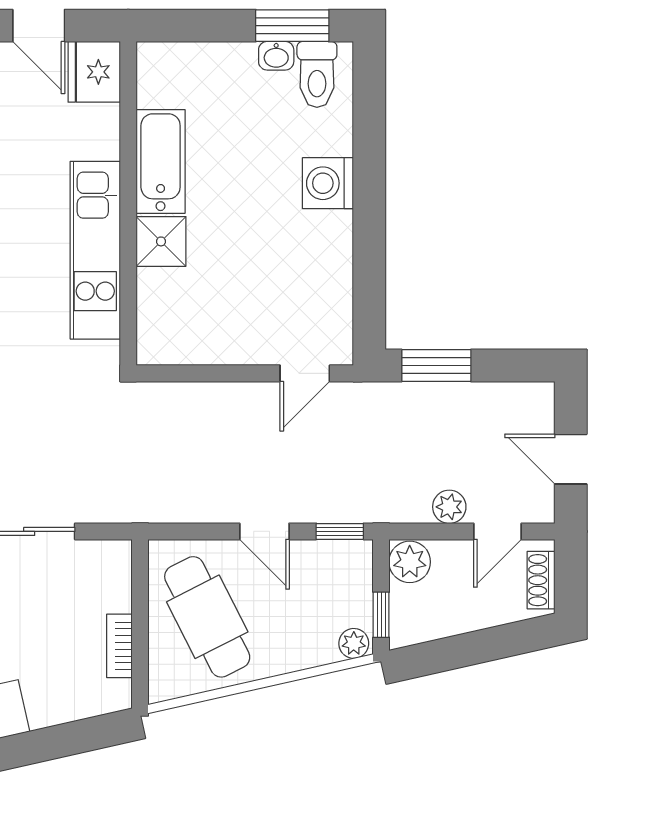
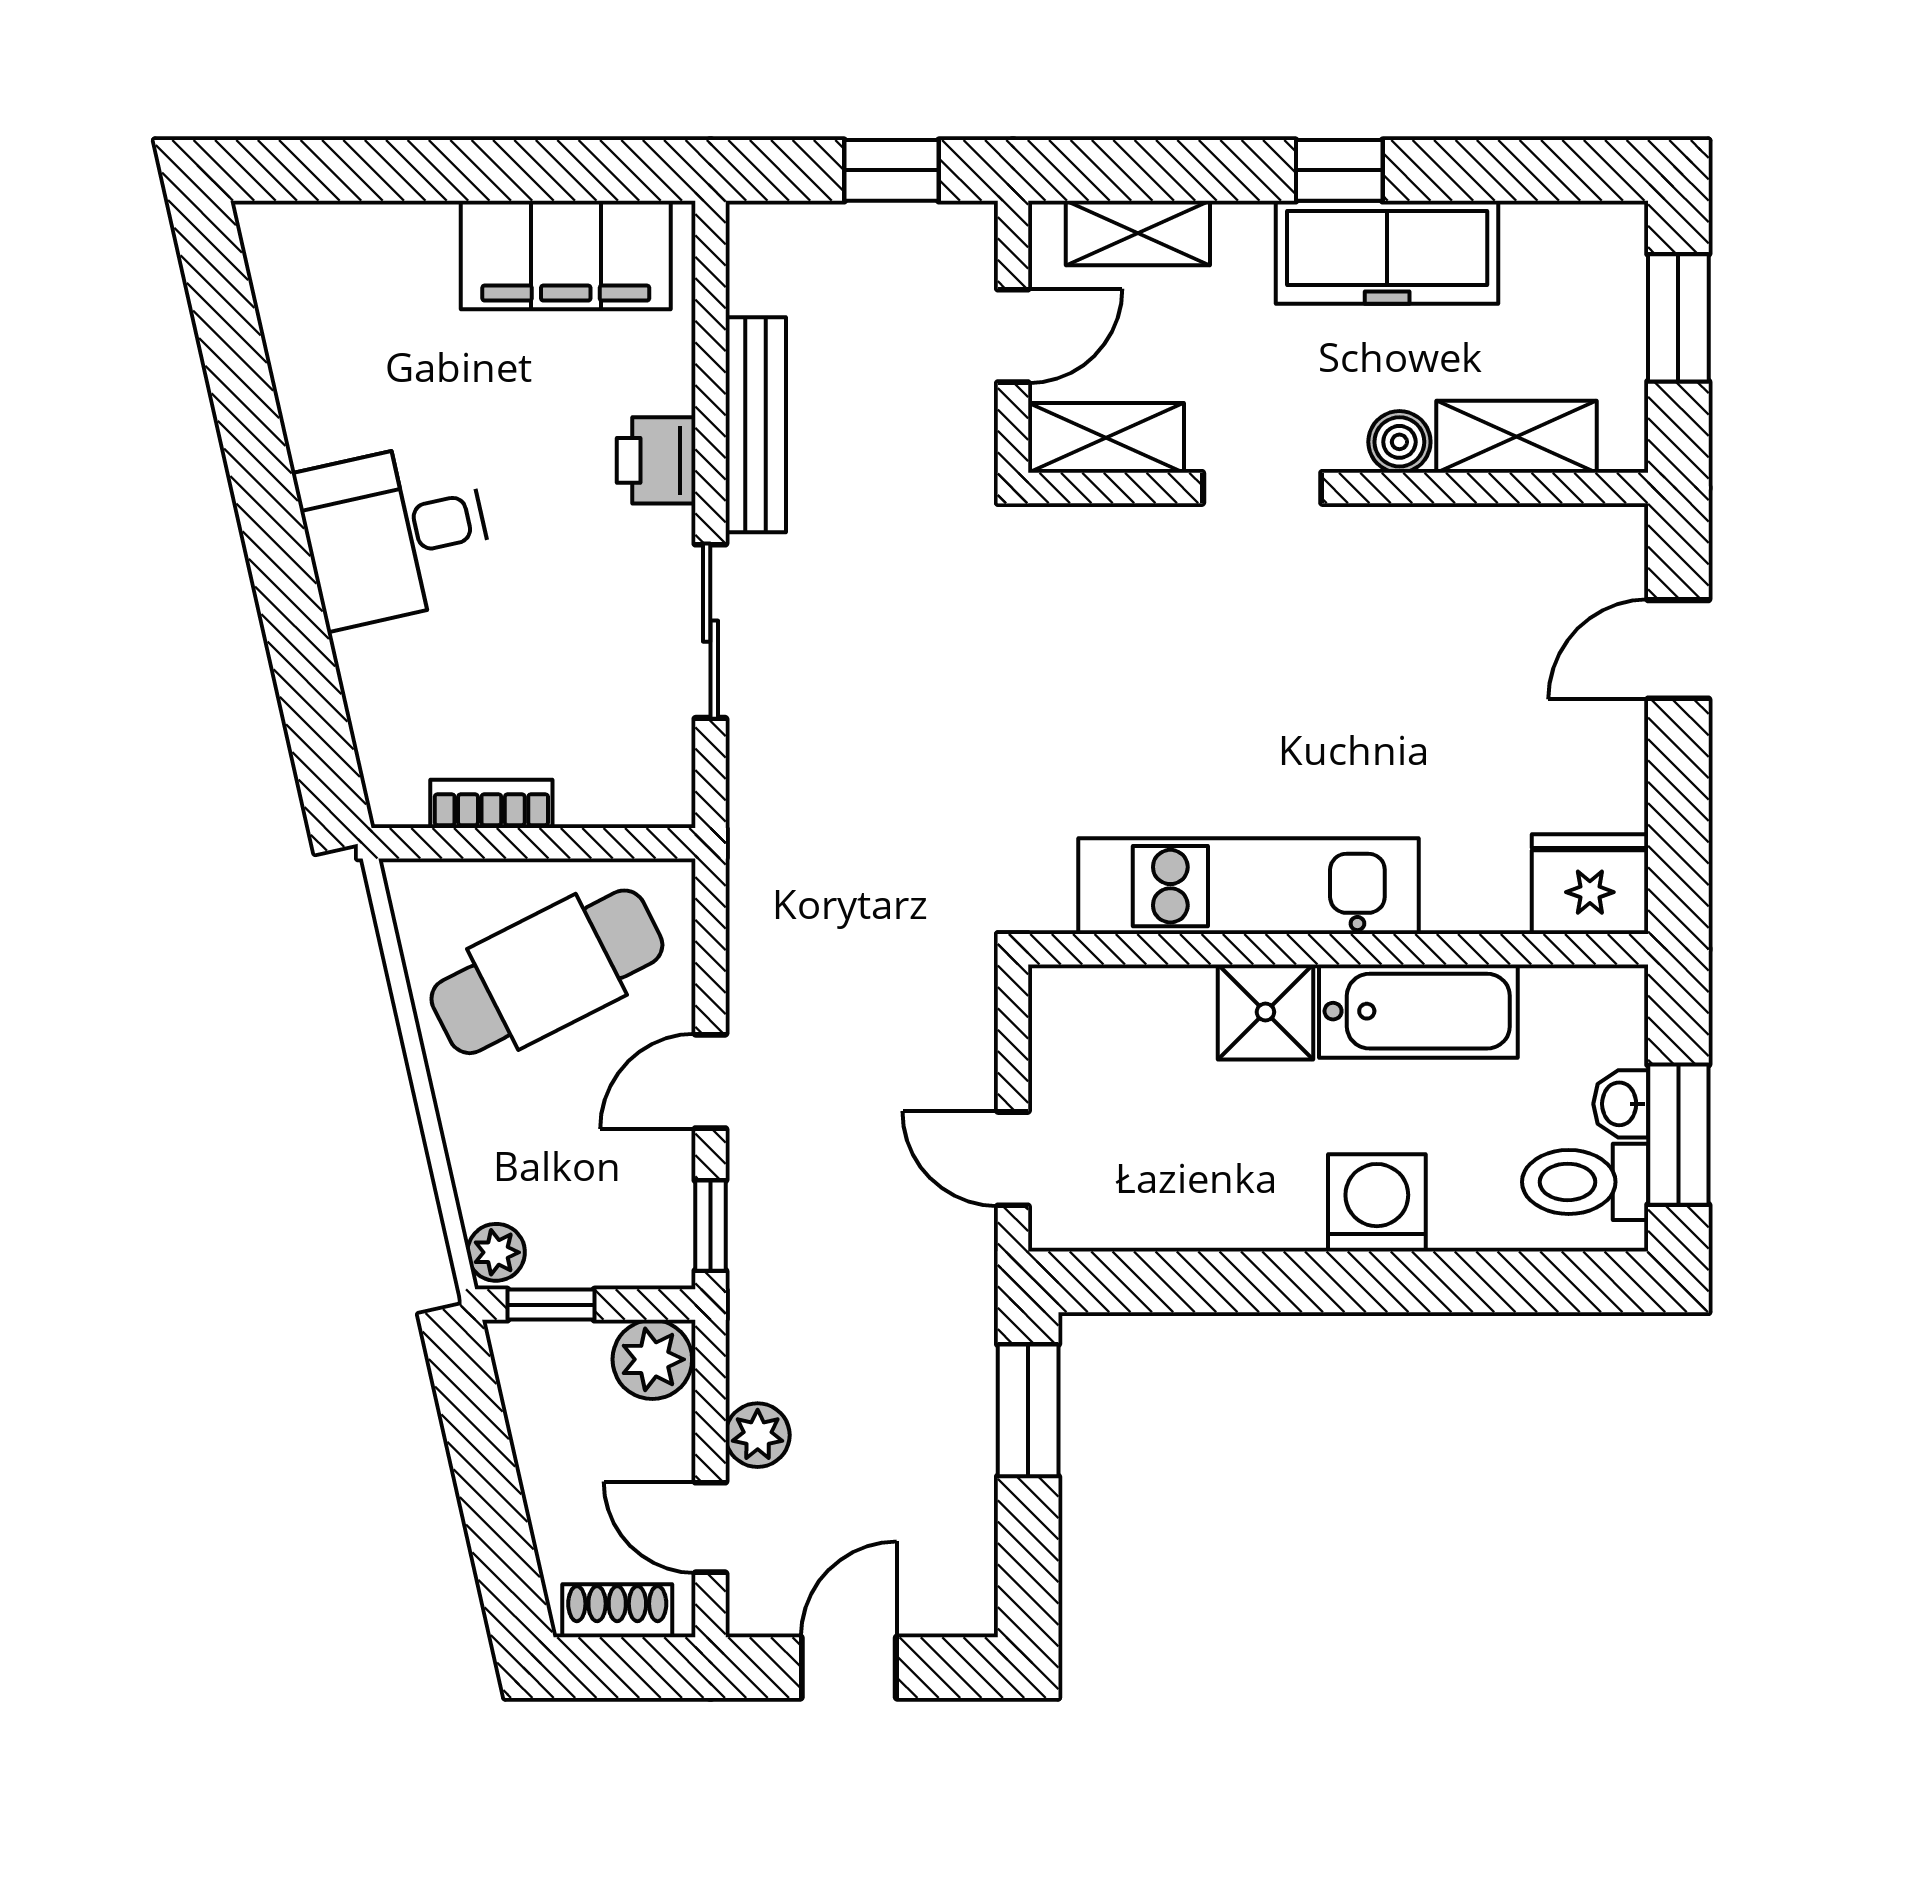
fridge: (94, 72) -> (1590, 884), moved
bathtub: (161, 161) -> (1418, 1011), moved
wall: (128, 203) -> (1338, 949), moved
shower: (161, 241) -> (1265, 1012), moved
kitchen unit: (95, 250) -> (1249, 886), moved

